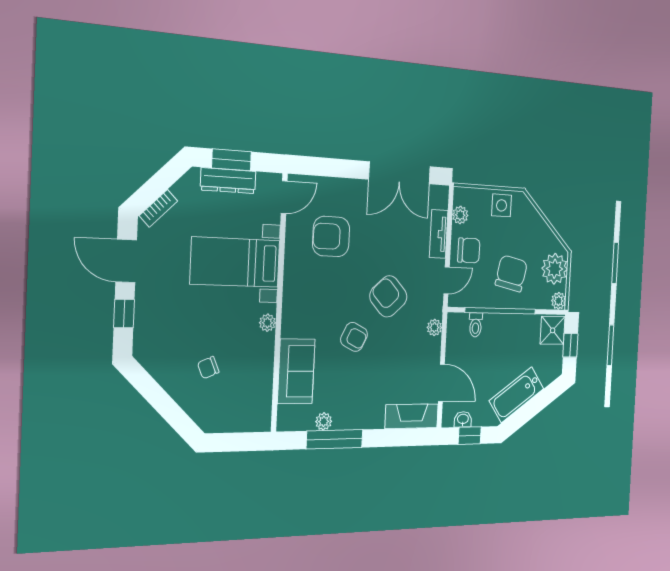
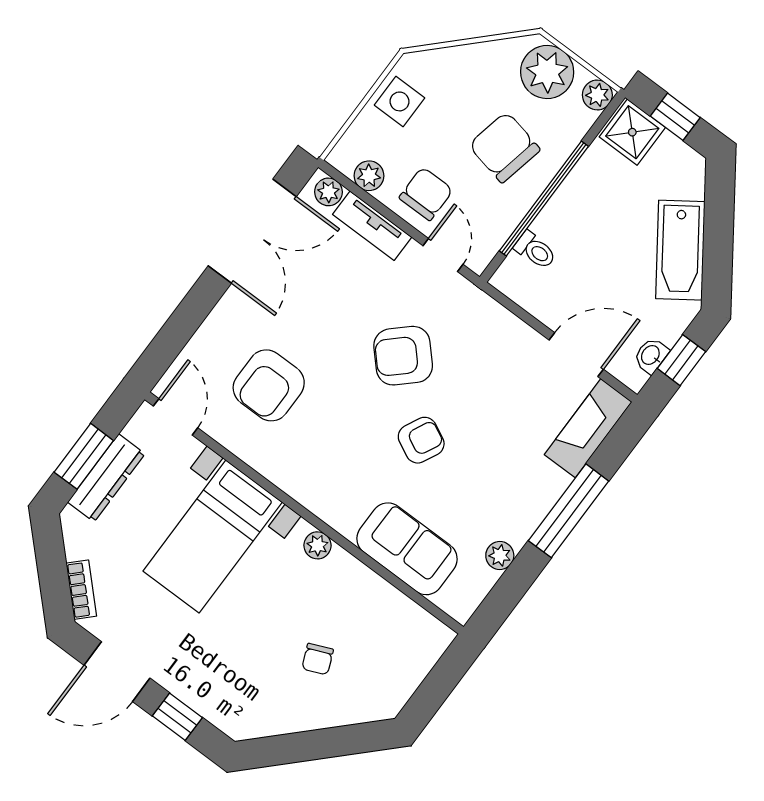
plant: (434, 327) -> (328, 192), moved
window: (335, 439) -> (569, 511), moved

